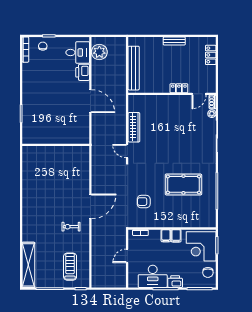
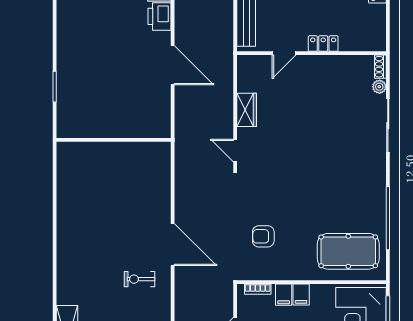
door: (199, 94) -> (284, 53), moved
wardrobe: (134, 127) -> (247, 110), width x0.67
pool table: (183, 184) -> (348, 251), moved
door: (90, 206) -> (173, 245), hinge flipped
filing cabinet: (176, 236) -> (284, 295), moved

